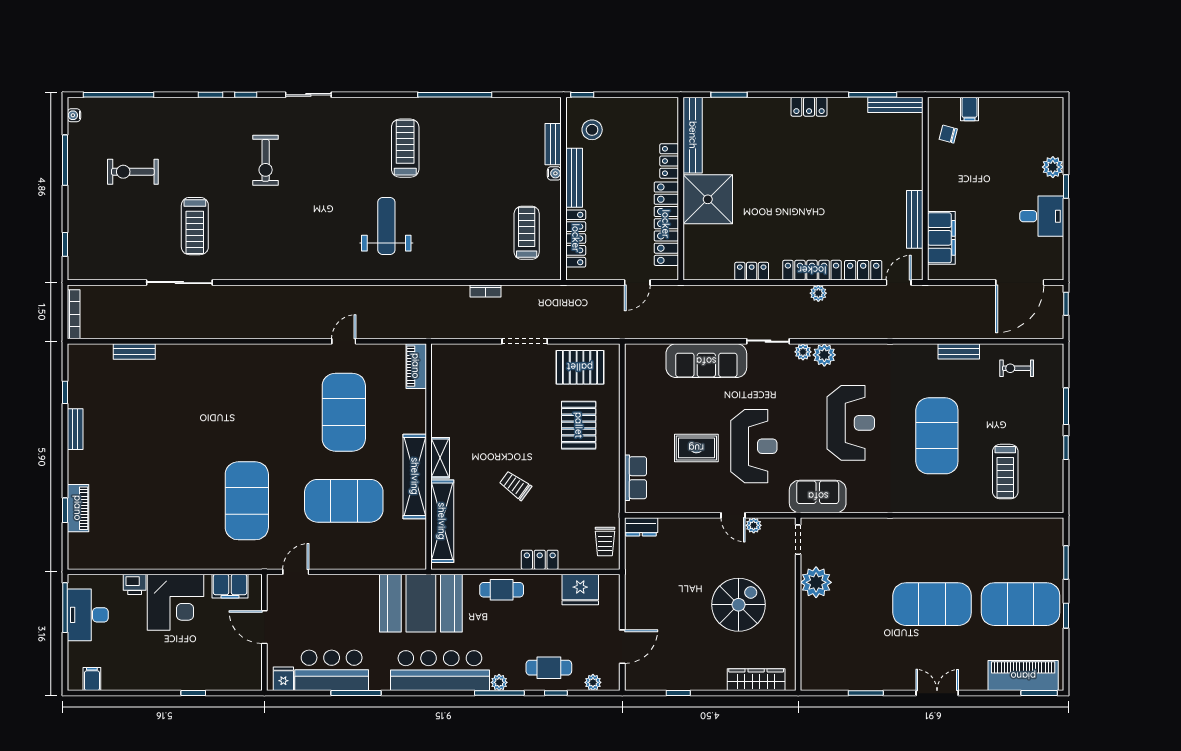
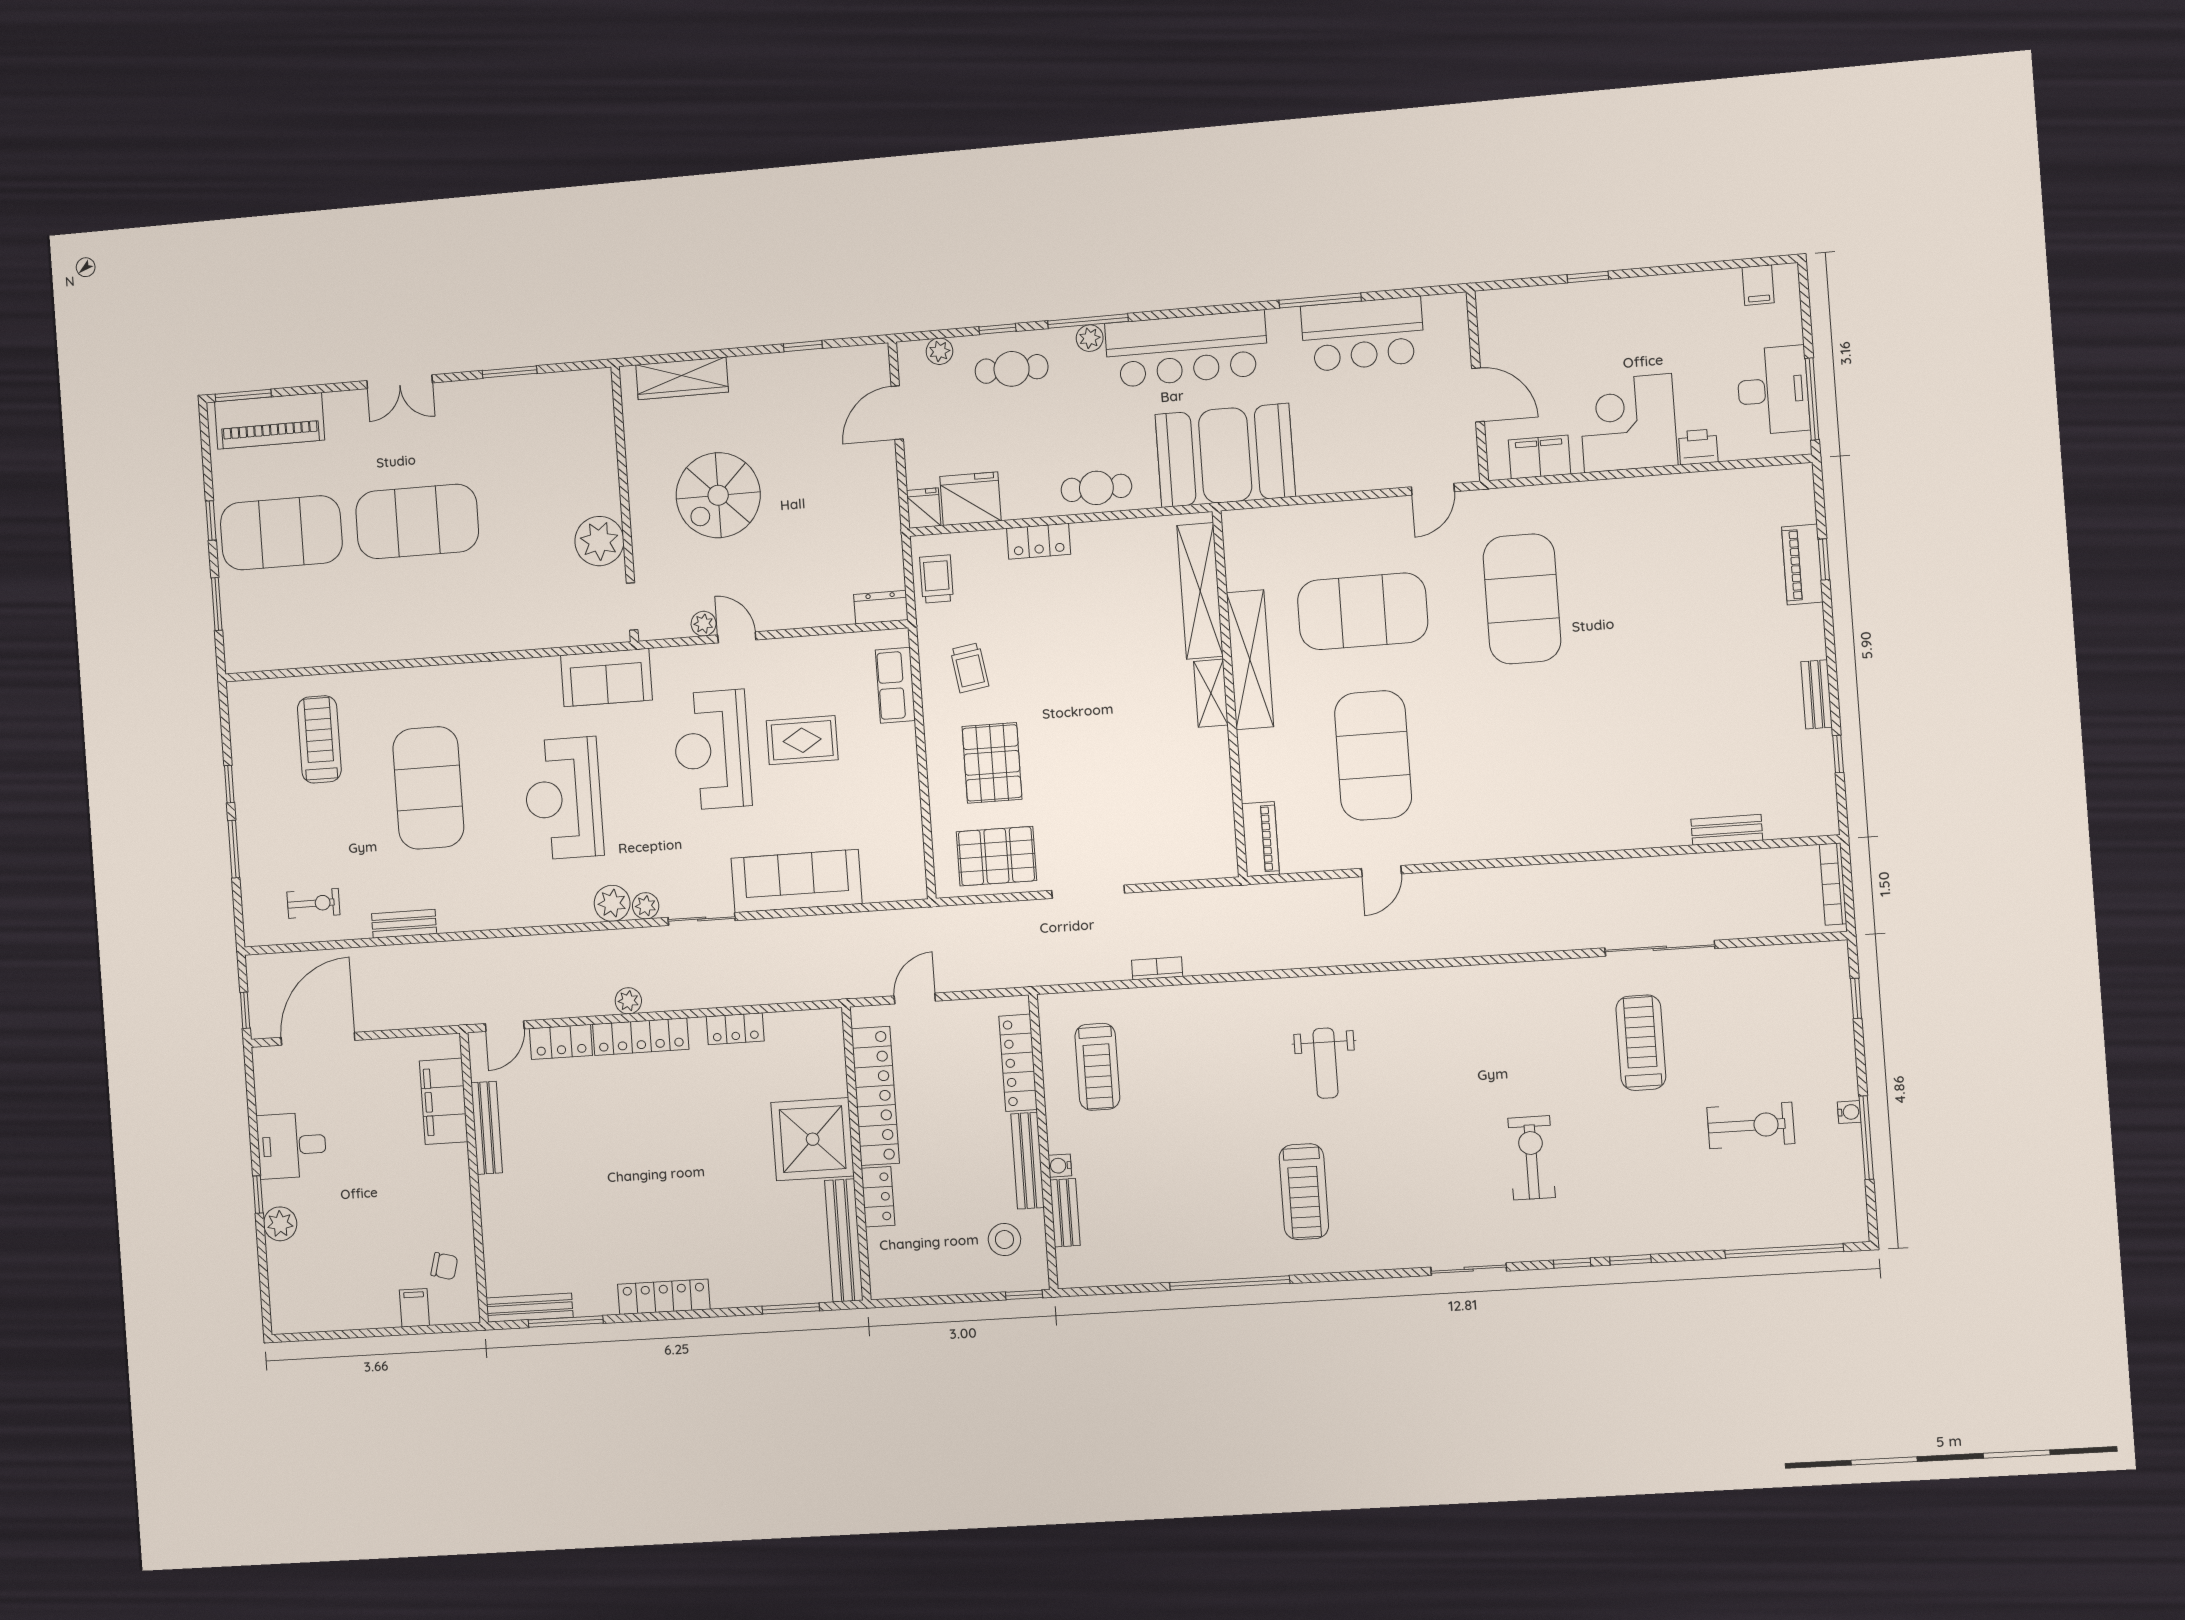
locker: (809, 107) -> (664, 1297), width x1.53
water cooler: (74, 115) -> (1849, 1112), moved
weight bench: (386, 226) -> (1325, 1063), width x0.73, depth x0.75
trolley: (515, 486) -> (970, 668), moved, turned 45
fridge: (283, 679) -> (924, 508), moved, turned 180

